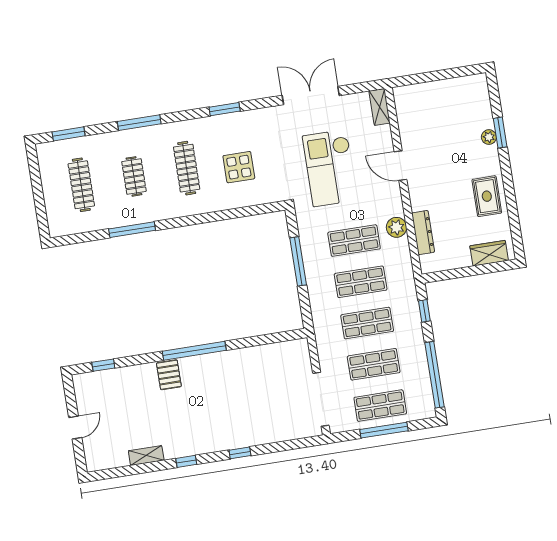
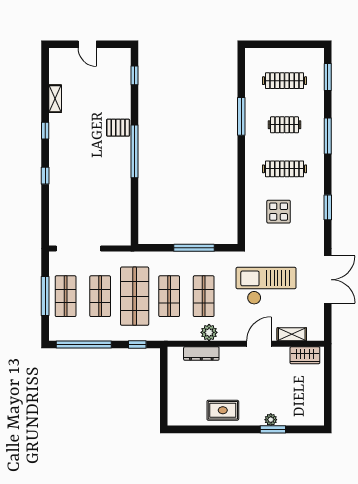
shelving: (380, 107) -> (292, 334), moved
wardrobe: (489, 253) -> (305, 355), moved, turned 90
shop shelf: (367, 323) -> (135, 296), width x1.43, depth x1.36

